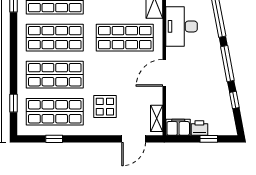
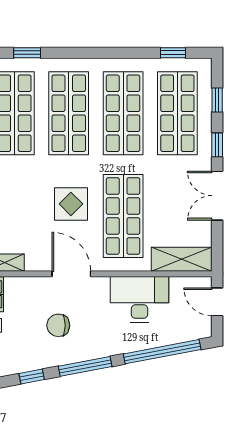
chair: (199, 82) -> (58, 325), added
display table: (105, 107) -> (71, 204), moved

